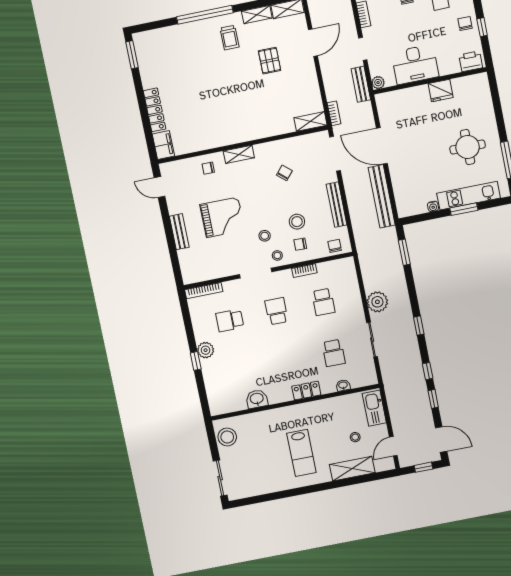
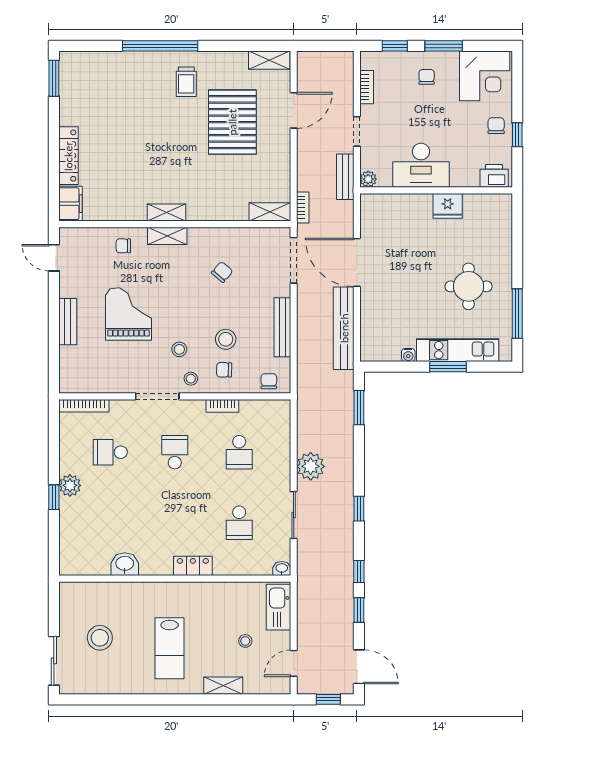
shelving: (257, 15) -> (166, 213), moved
pallet: (270, 61) -> (232, 122), width x2.05, depth x2.00
grand piano: (222, 217) -> (129, 314), turned -90
washbasin: (343, 385) -> (282, 568), moved
stool: (227, 437) -> (100, 638), moved
shelving: (352, 469) -> (223, 686), width x0.67, depth x0.75

